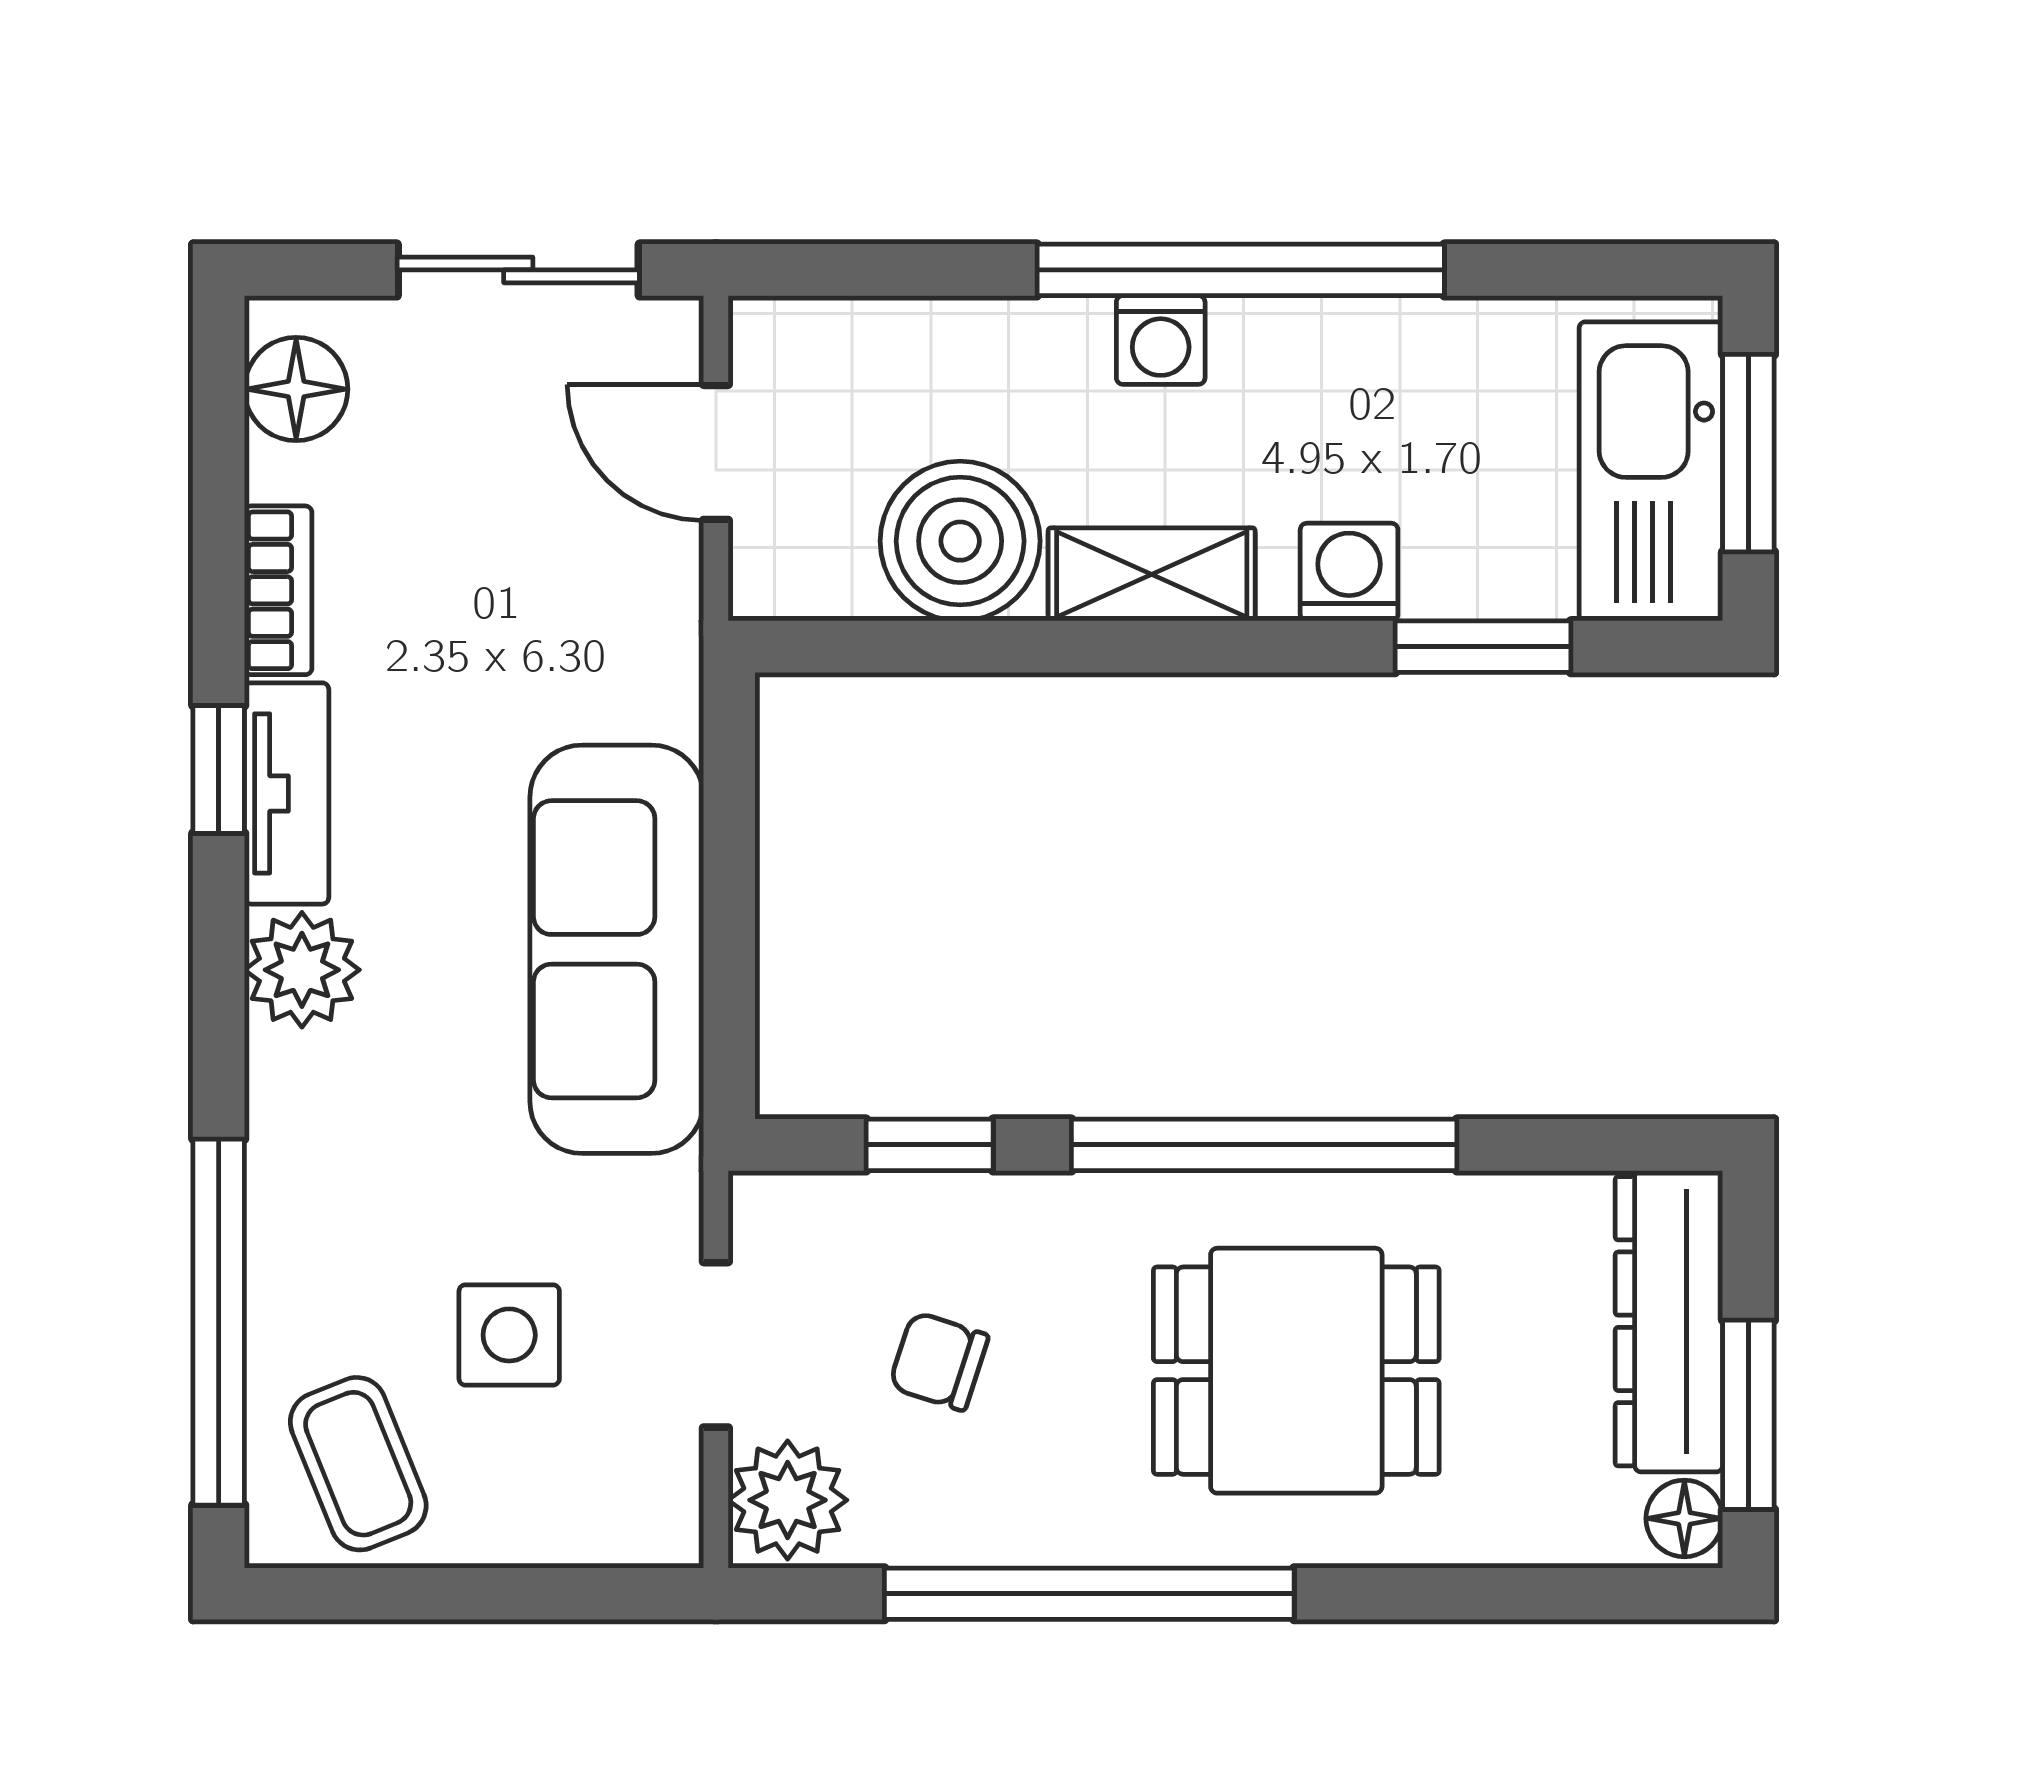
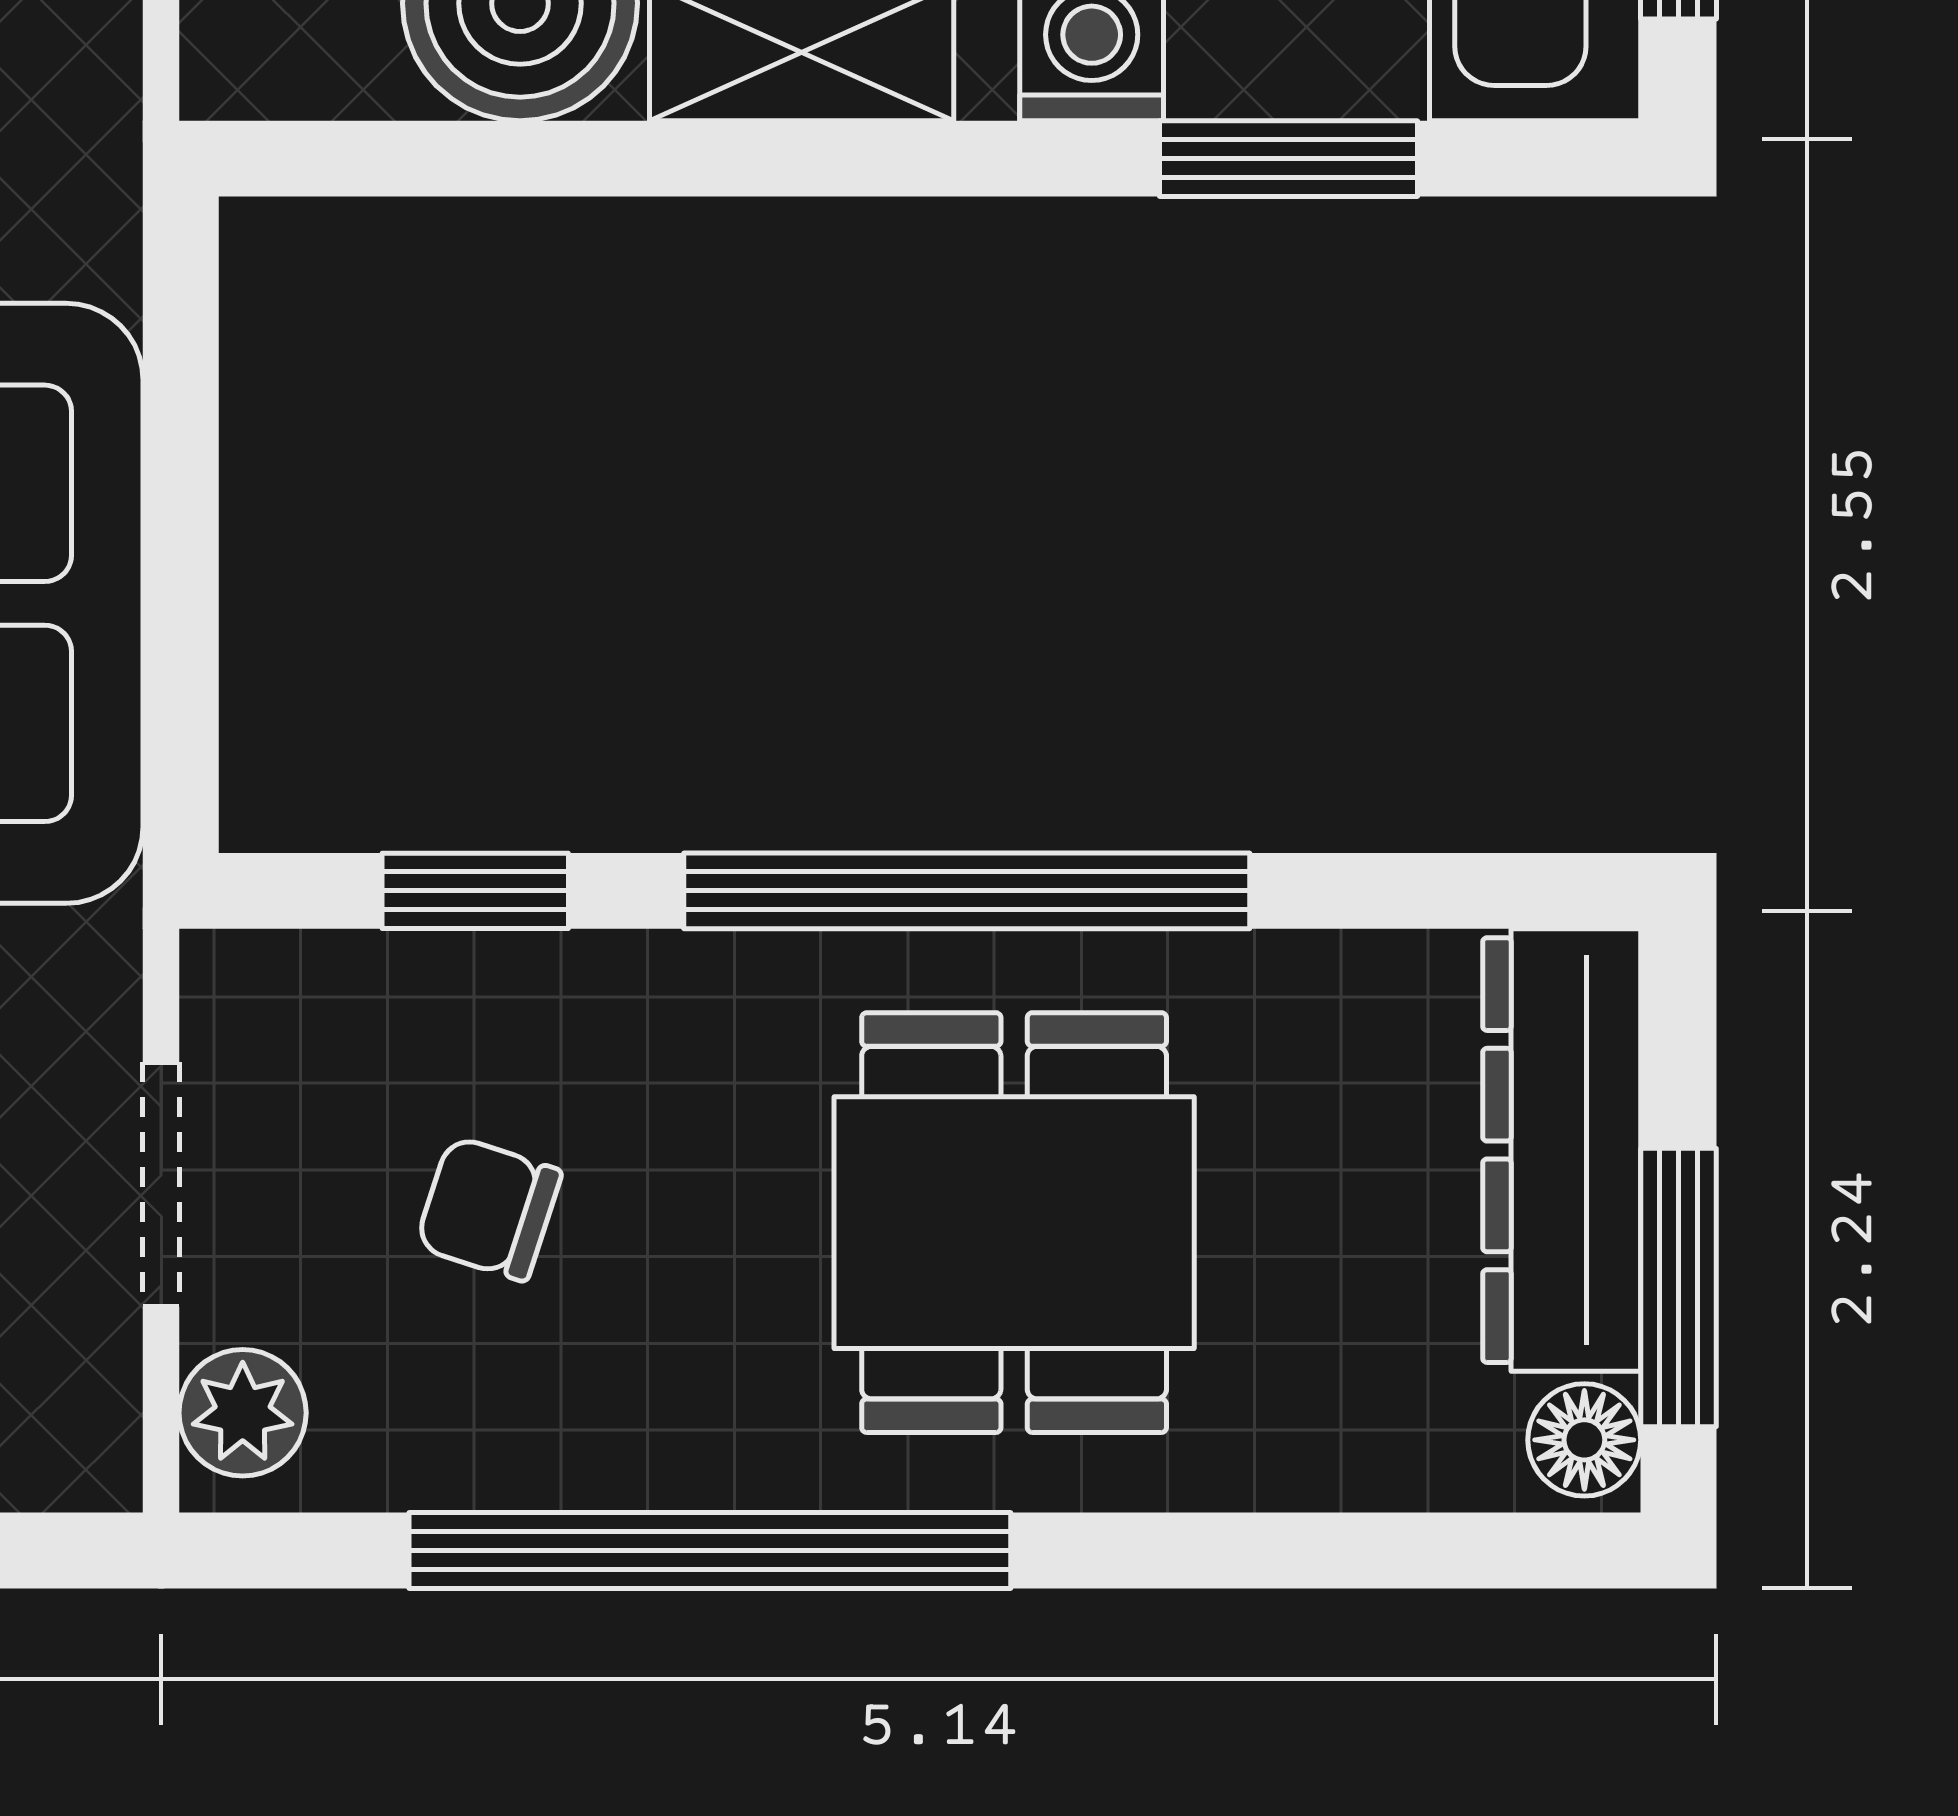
dining table: (1296, 1371) -> (1014, 1223), turned 90
plant: (788, 1500) -> (243, 1413), width x0.73, depth x0.73

